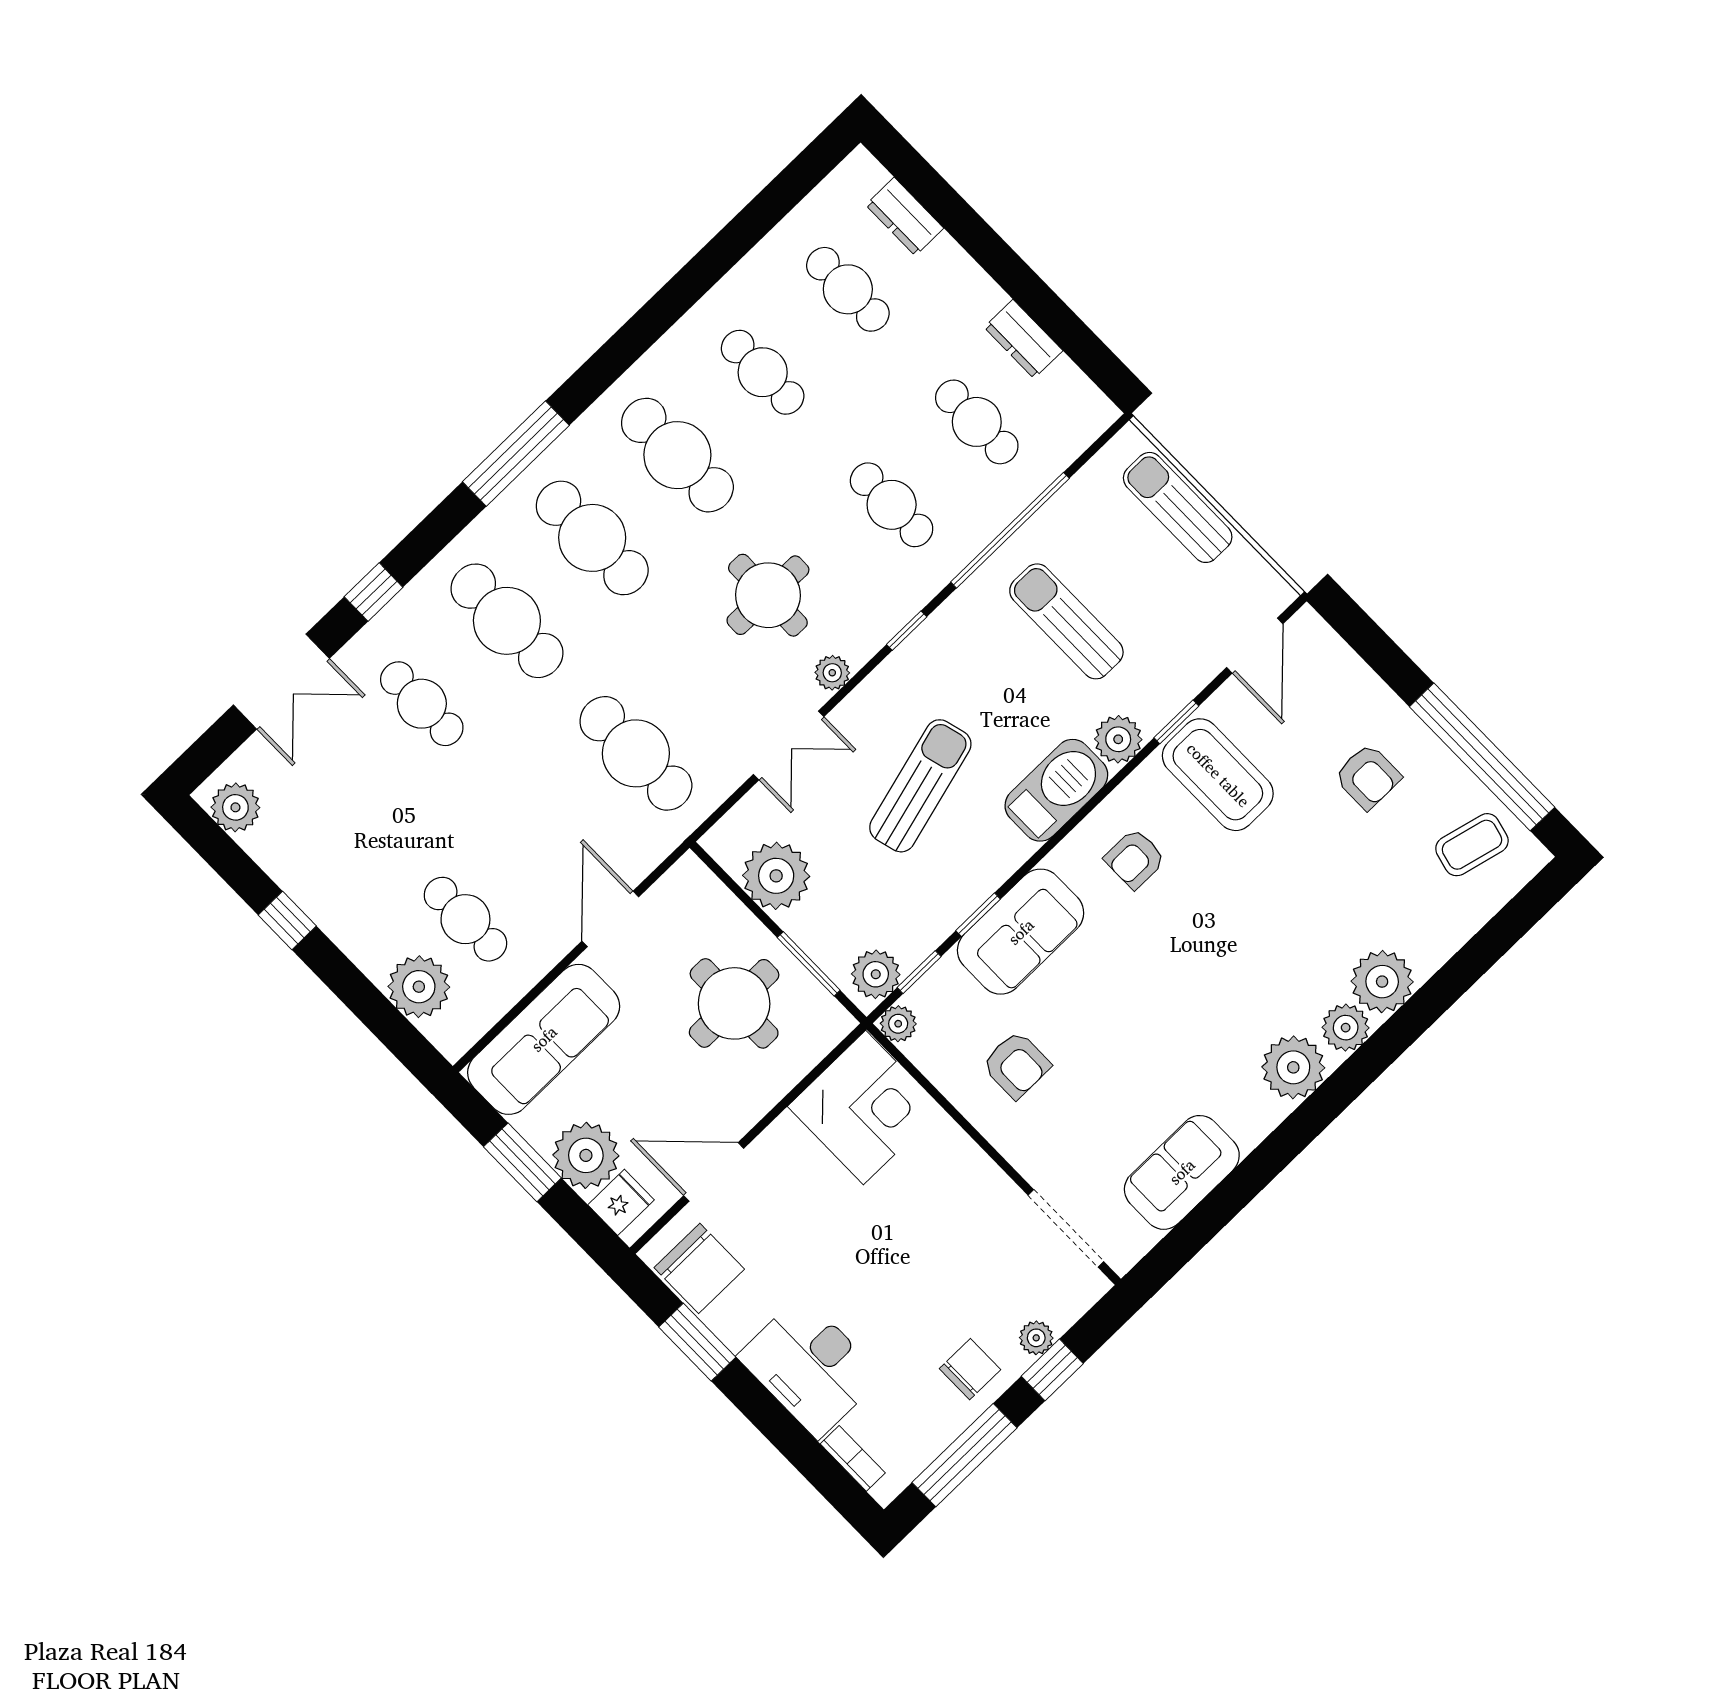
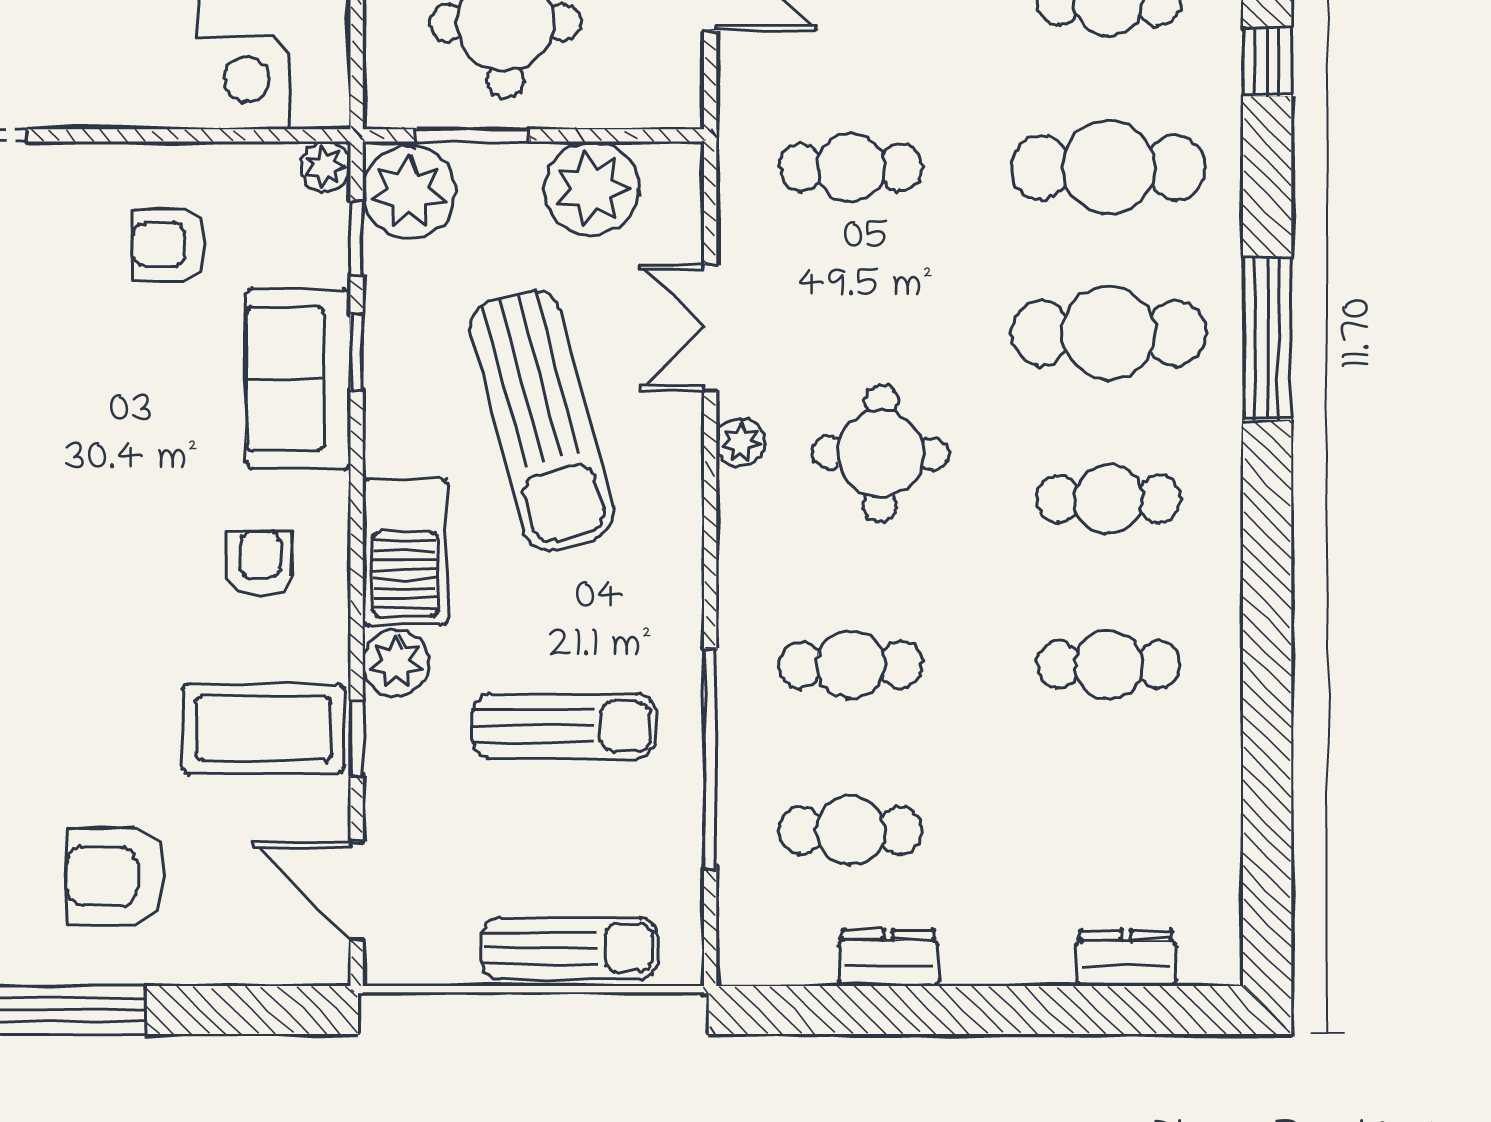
cafe table: (848, 289) -> (1109, 830), removed
cafe table: (677, 455) -> (1109, 499), width x0.73, depth x0.74
window: (907, 631) -> (710, 557), removed
cafe table: (636, 753) -> (851, 167), width x0.73, depth x0.74
armchair: (1368, 777) -> (116, 877), width x1.38, depth x1.38
sun lounger: (920, 786) -> (542, 420), width x1.36, depth x1.34
plant: (876, 974) -> (409, 192), width x1.36, depth x1.36

